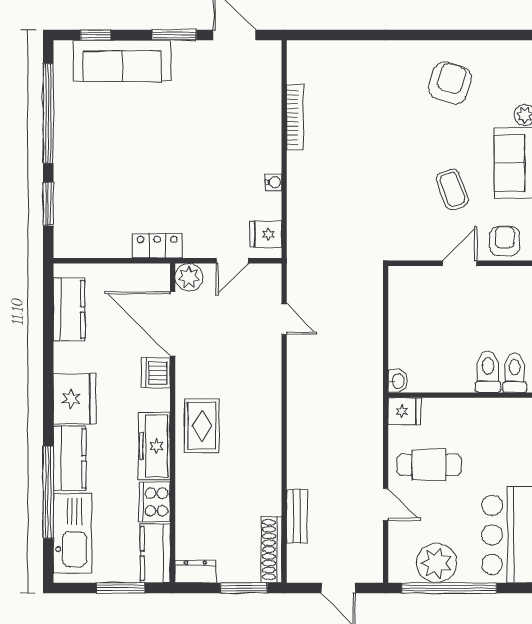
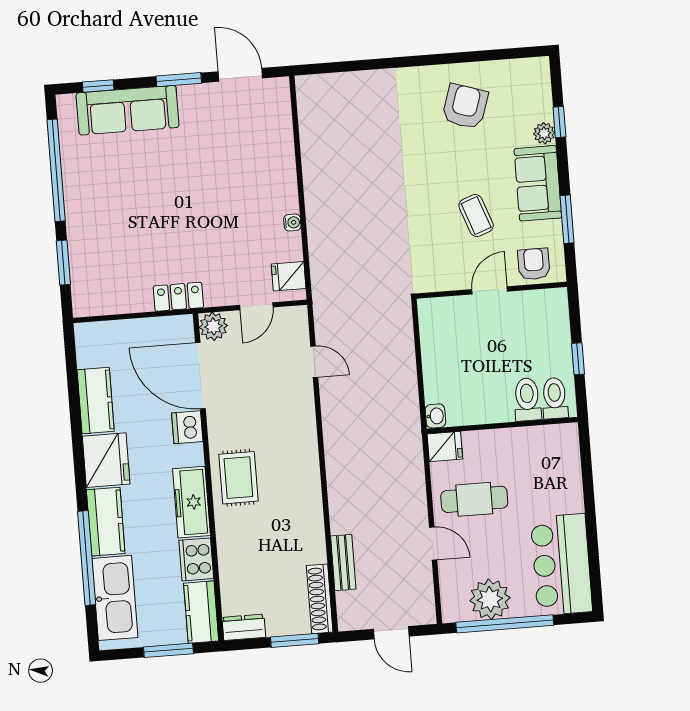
bookcase: (295, 117) -> (309, 154), removed
kitchen counter: (69, 309) -> (96, 401), moved

